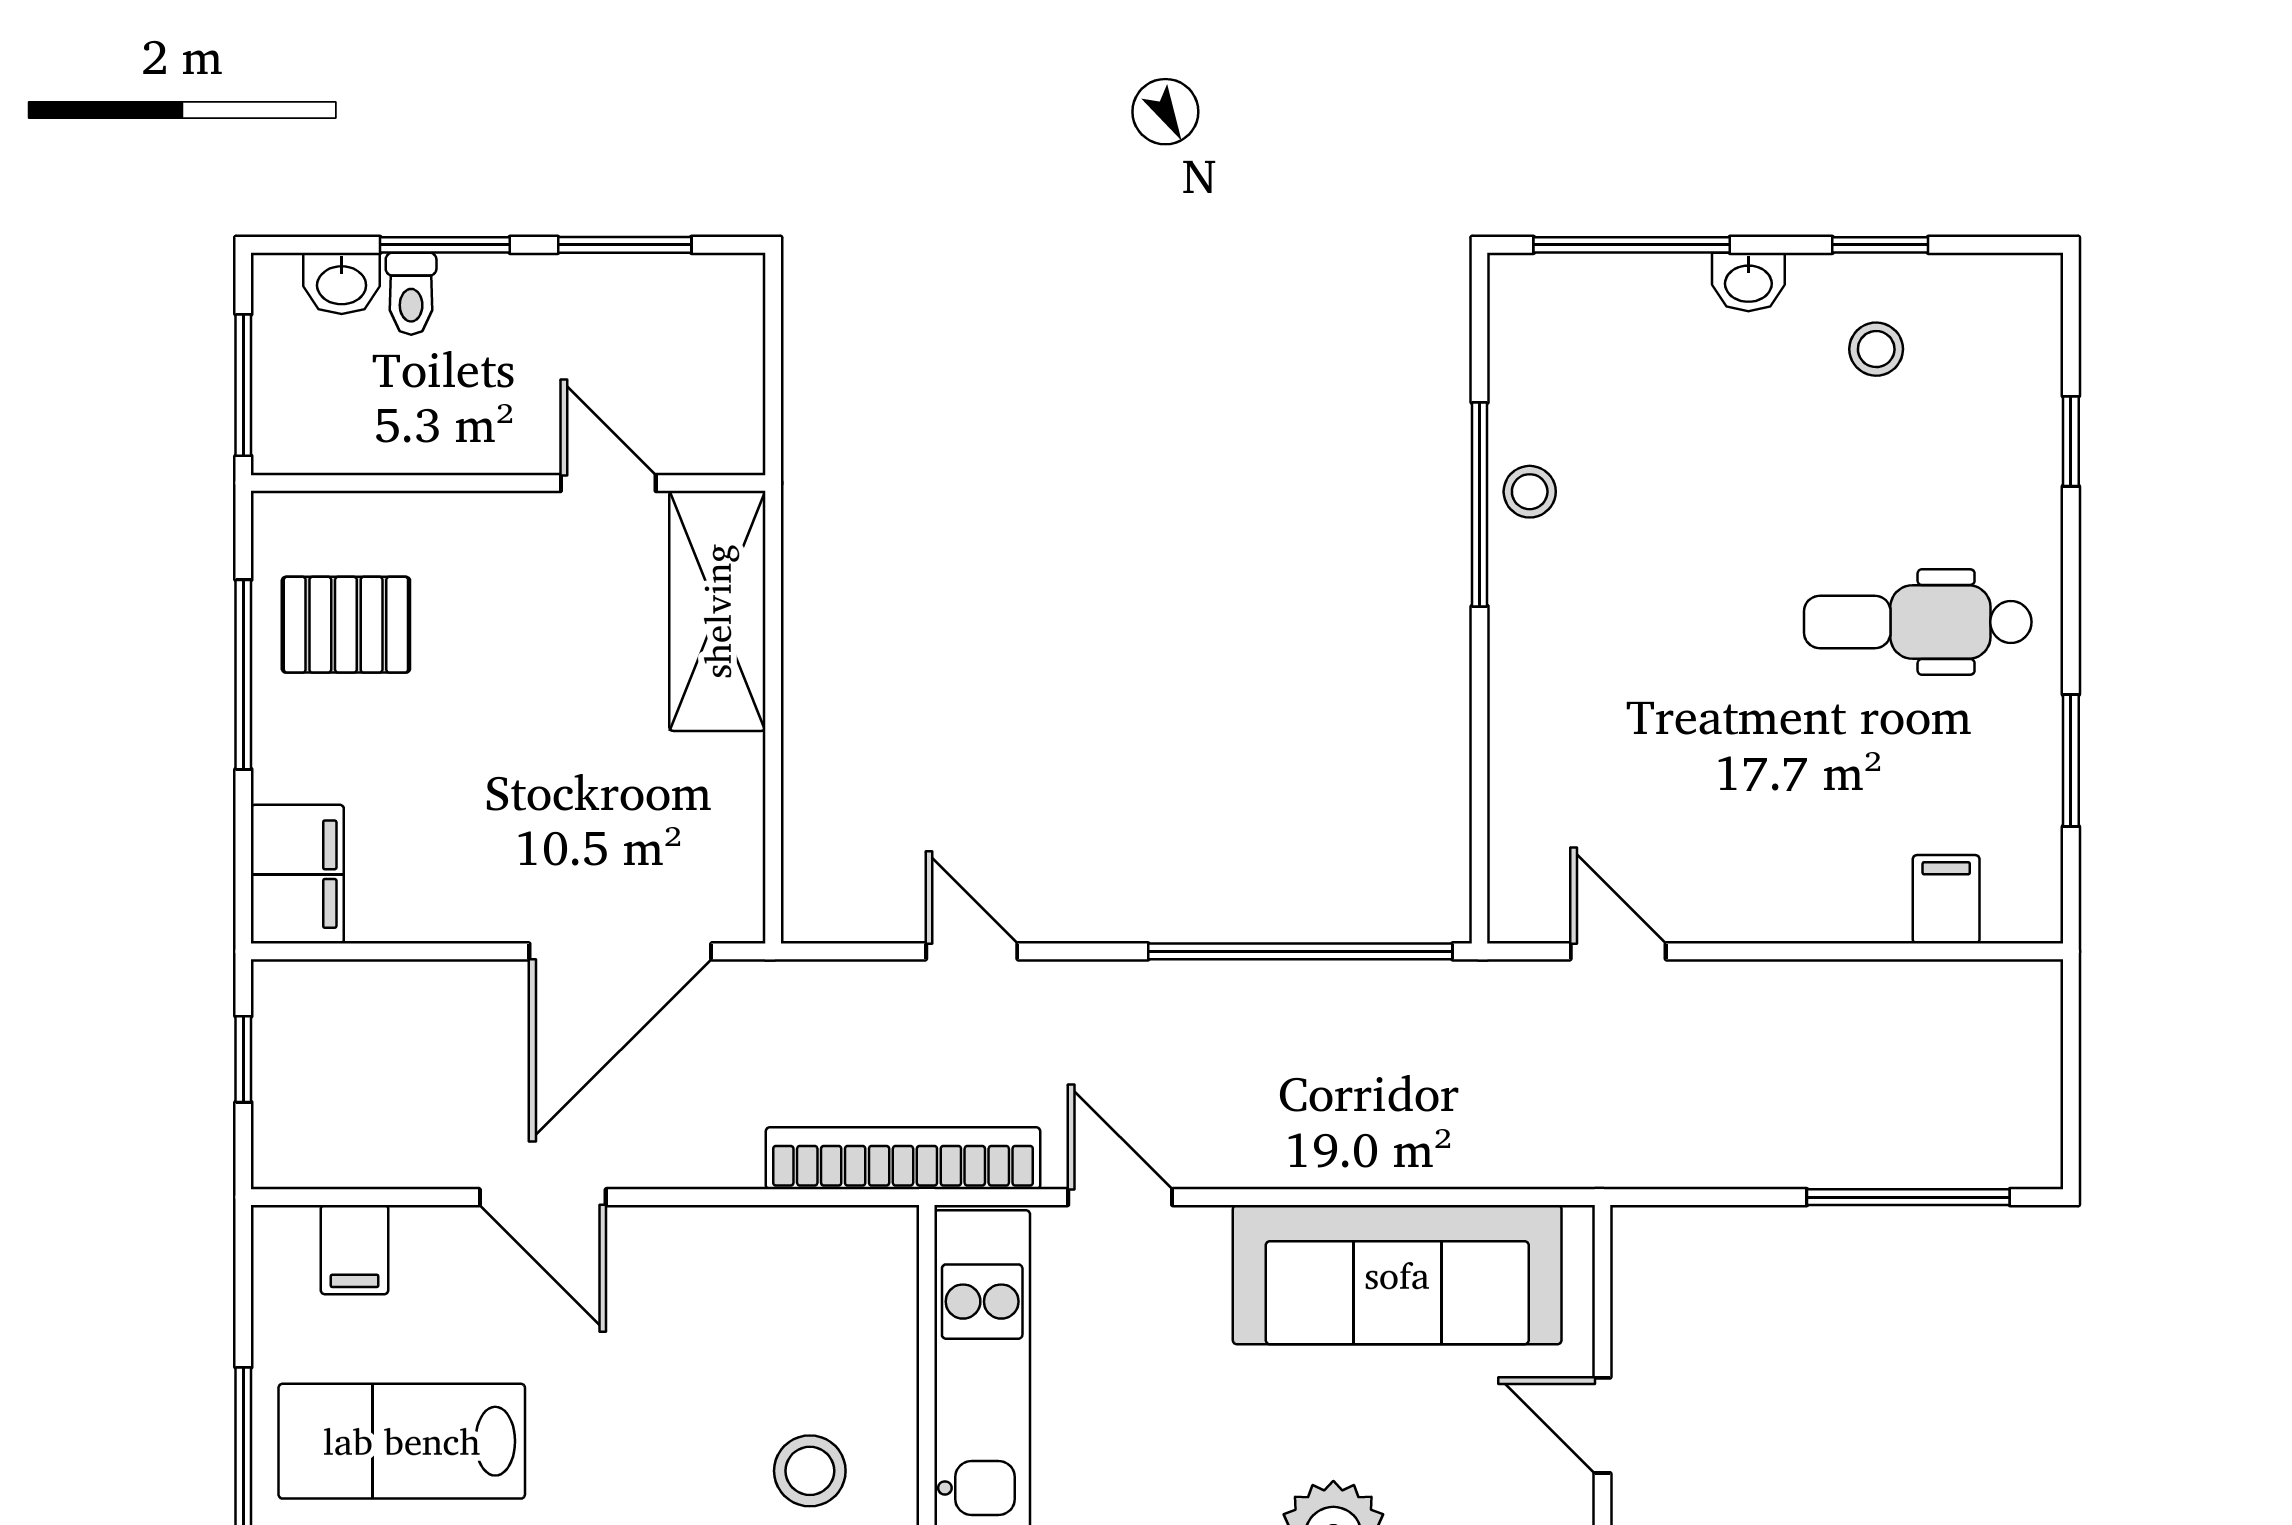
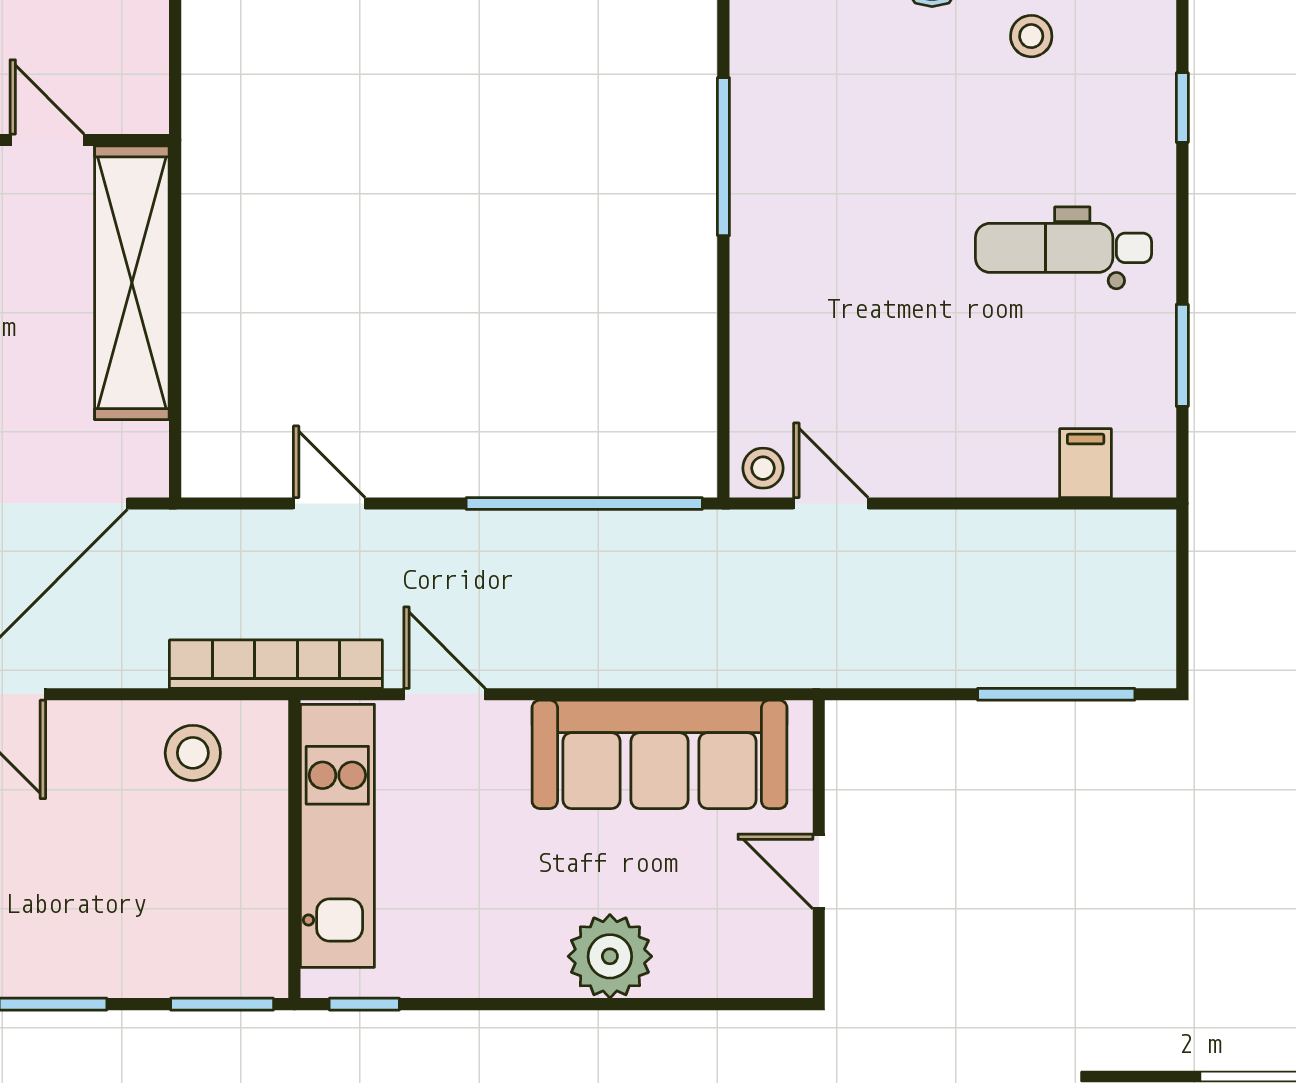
stool: (1530, 492) -> (763, 468), moved
shelving: (717, 611) -> (132, 283), width x1.47
stool: (810, 1471) -> (193, 753), moved

